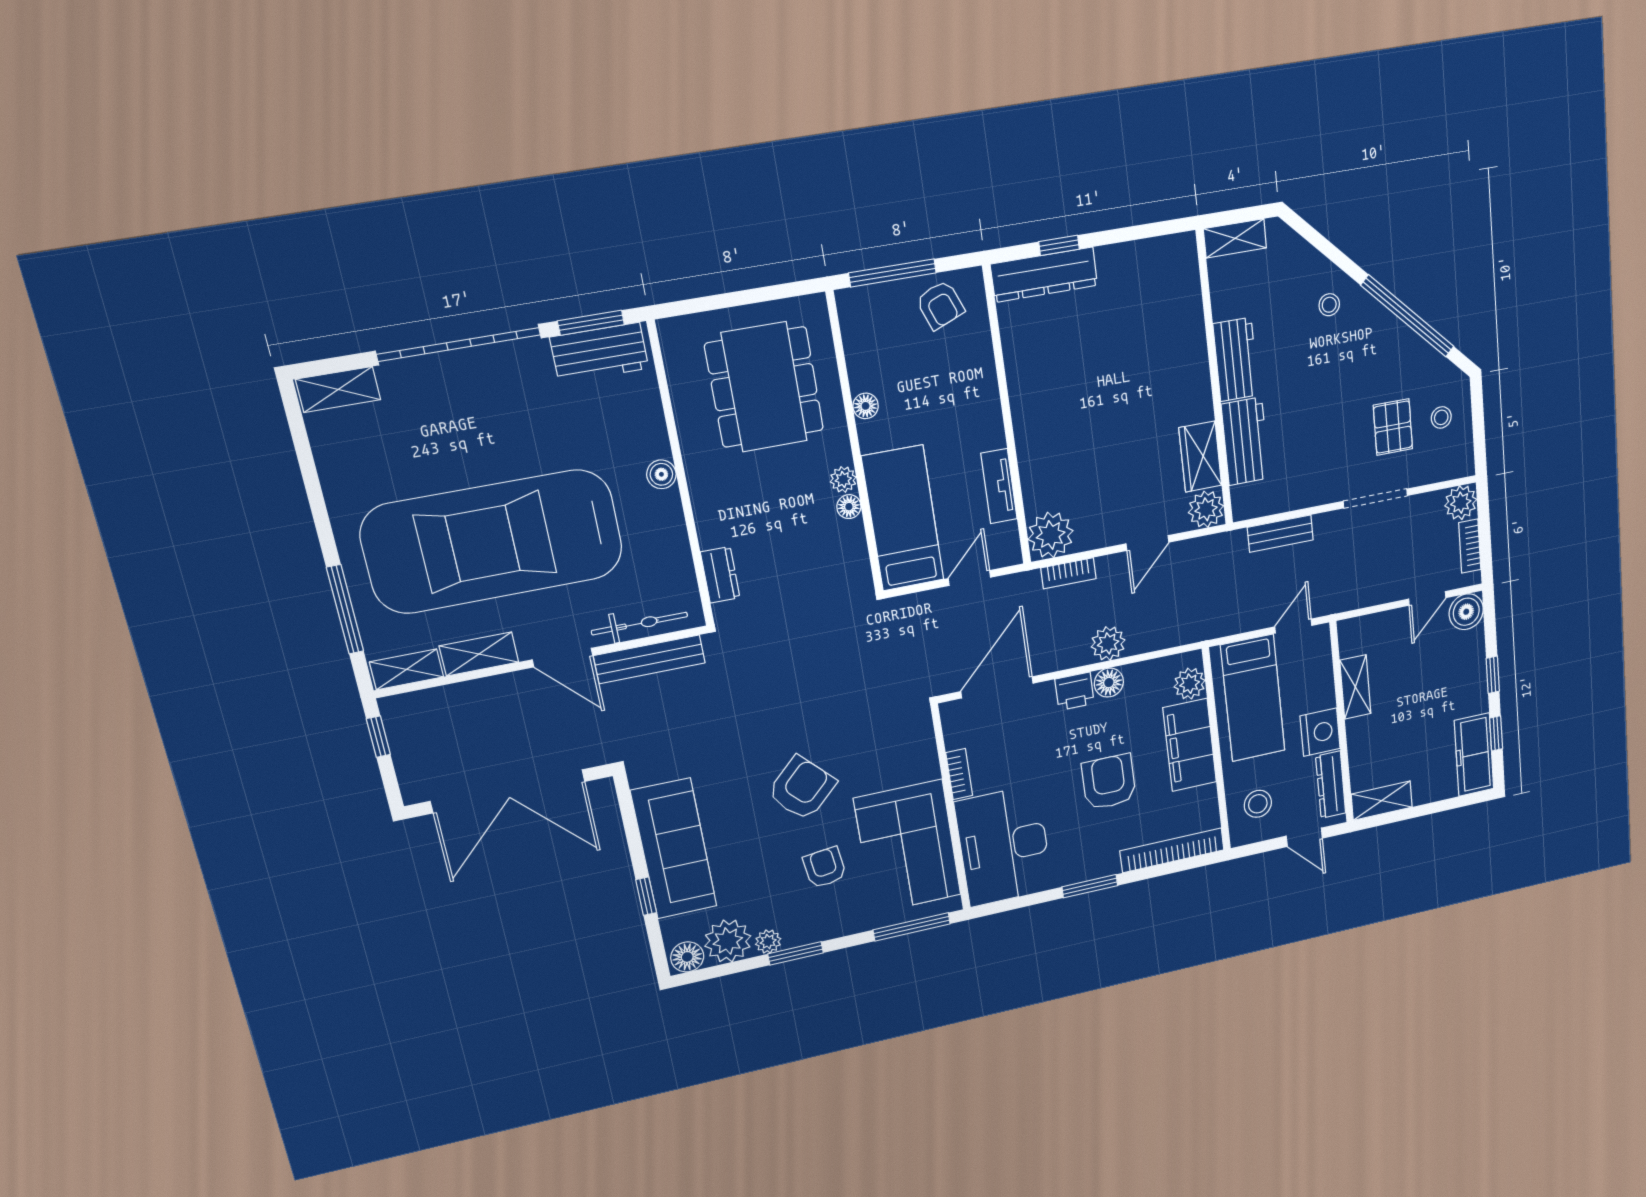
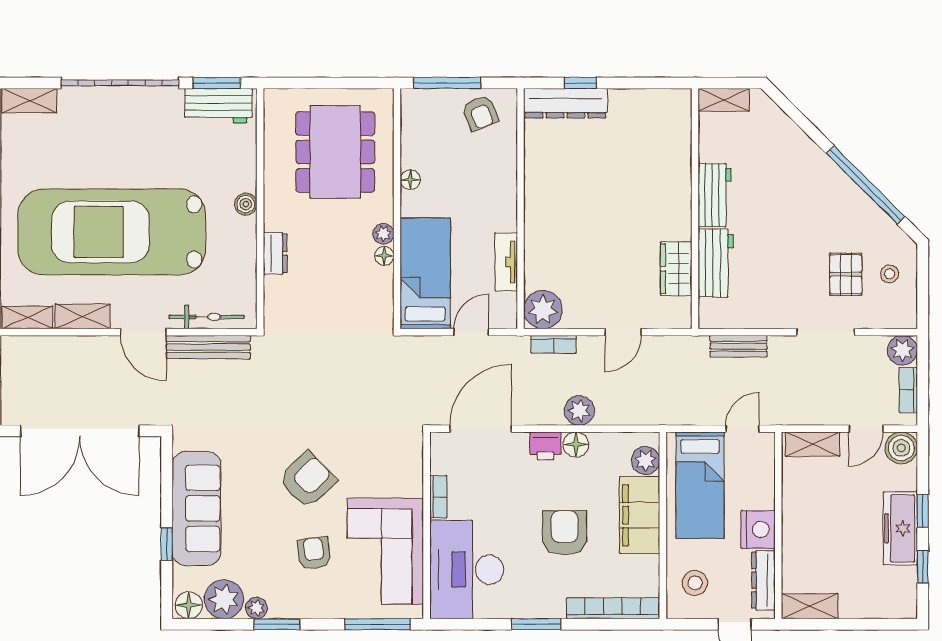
stool: (1329, 305) -> (798, 165), removed
plant: (1206, 509) -> (676, 313), removed
dresser: (720, 575) -> (275, 253), moved
shelving: (1355, 687) -> (813, 444), moved, turned 90
freezer: (1474, 755) -> (900, 528), moved

